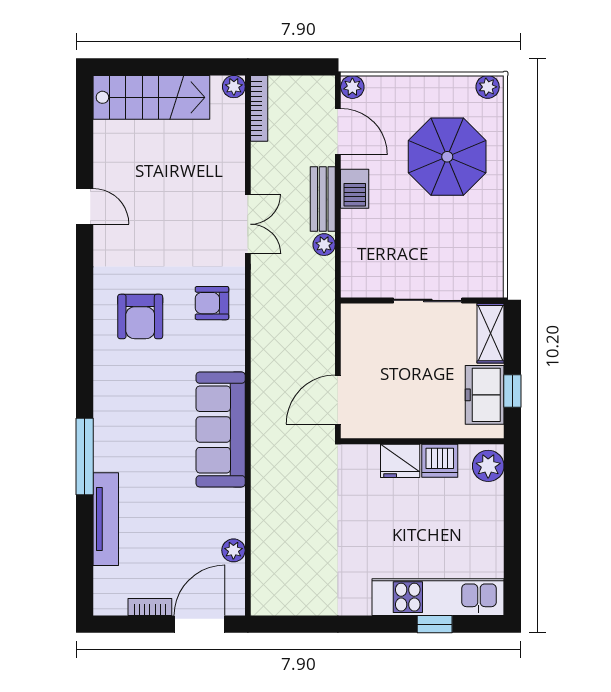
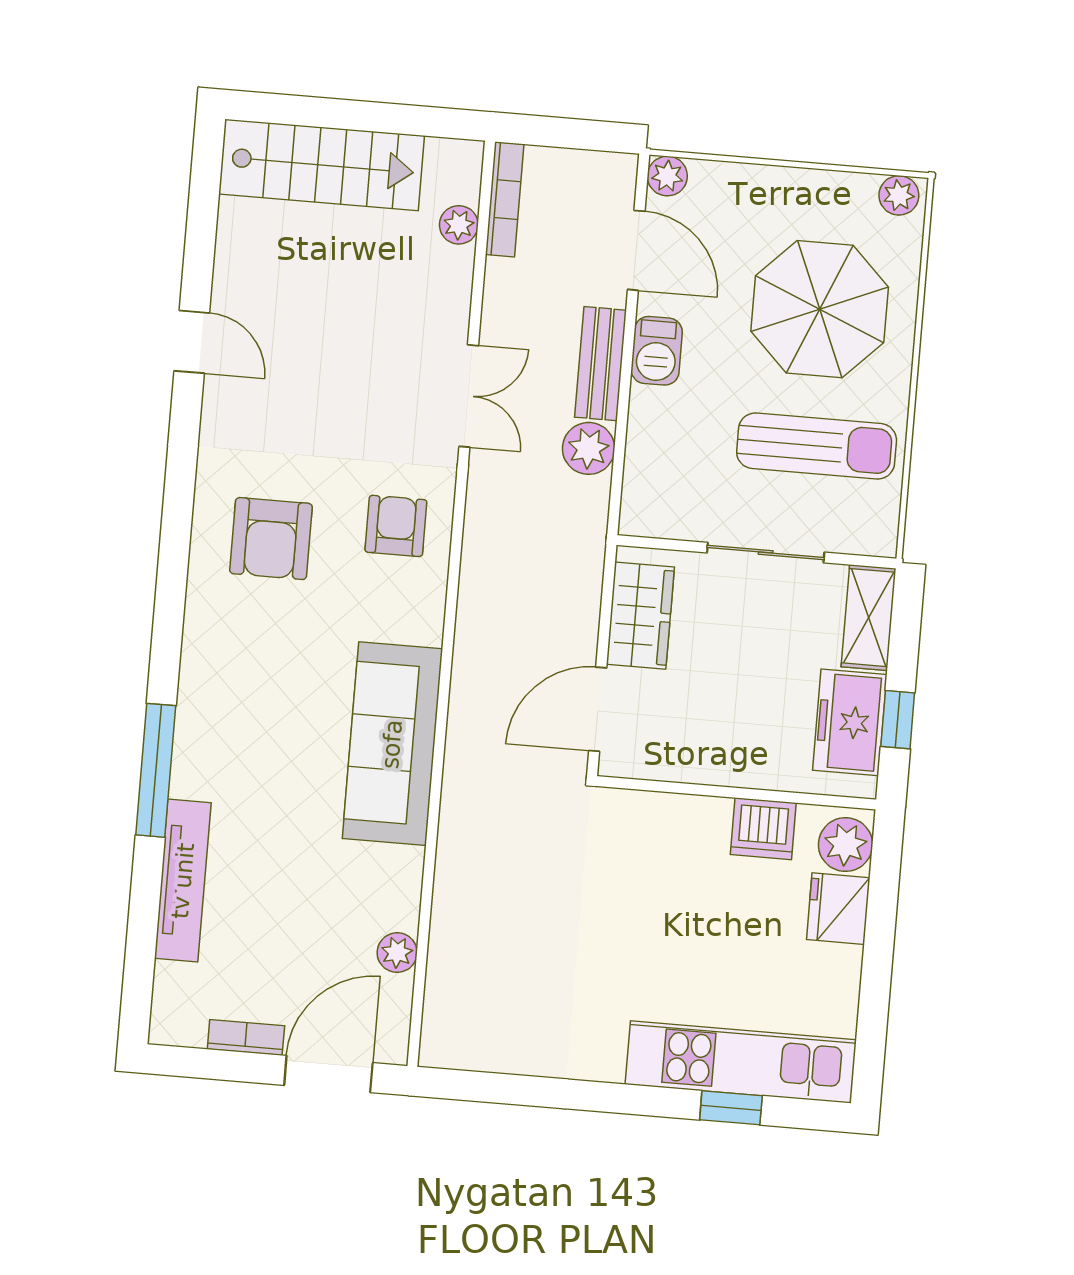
plant: (234, 87) -> (459, 225), moved
sun lounger: (452, 236) -> (817, 446), added
plant: (324, 245) -> (589, 448), width x1.38, depth x1.38
armchair: (212, 303) -> (396, 526), turned 90
wardrobe: (358, 343) -> (640, 616), added
fridge: (400, 461) -> (838, 909), moved, turned 90

